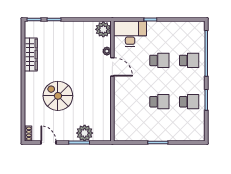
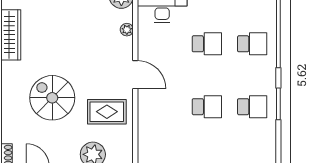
door: (112, 67) -> (135, 75), moved
rug: (94, 105) -> (107, 112), added

